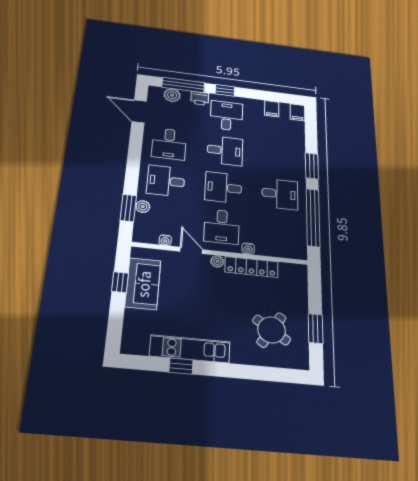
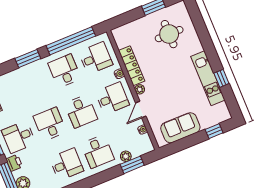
desk: (280, 233) -> (96, 58), added
window: (120, 282) -> (214, 131), moved
round table: (272, 330) -> (169, 34), turned -33

